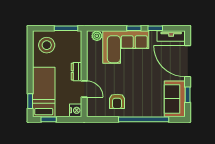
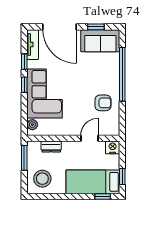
door: (188, 61) -> (60, 27), hinge flipped
dresser: (77, 72) -> (51, 146), moved

